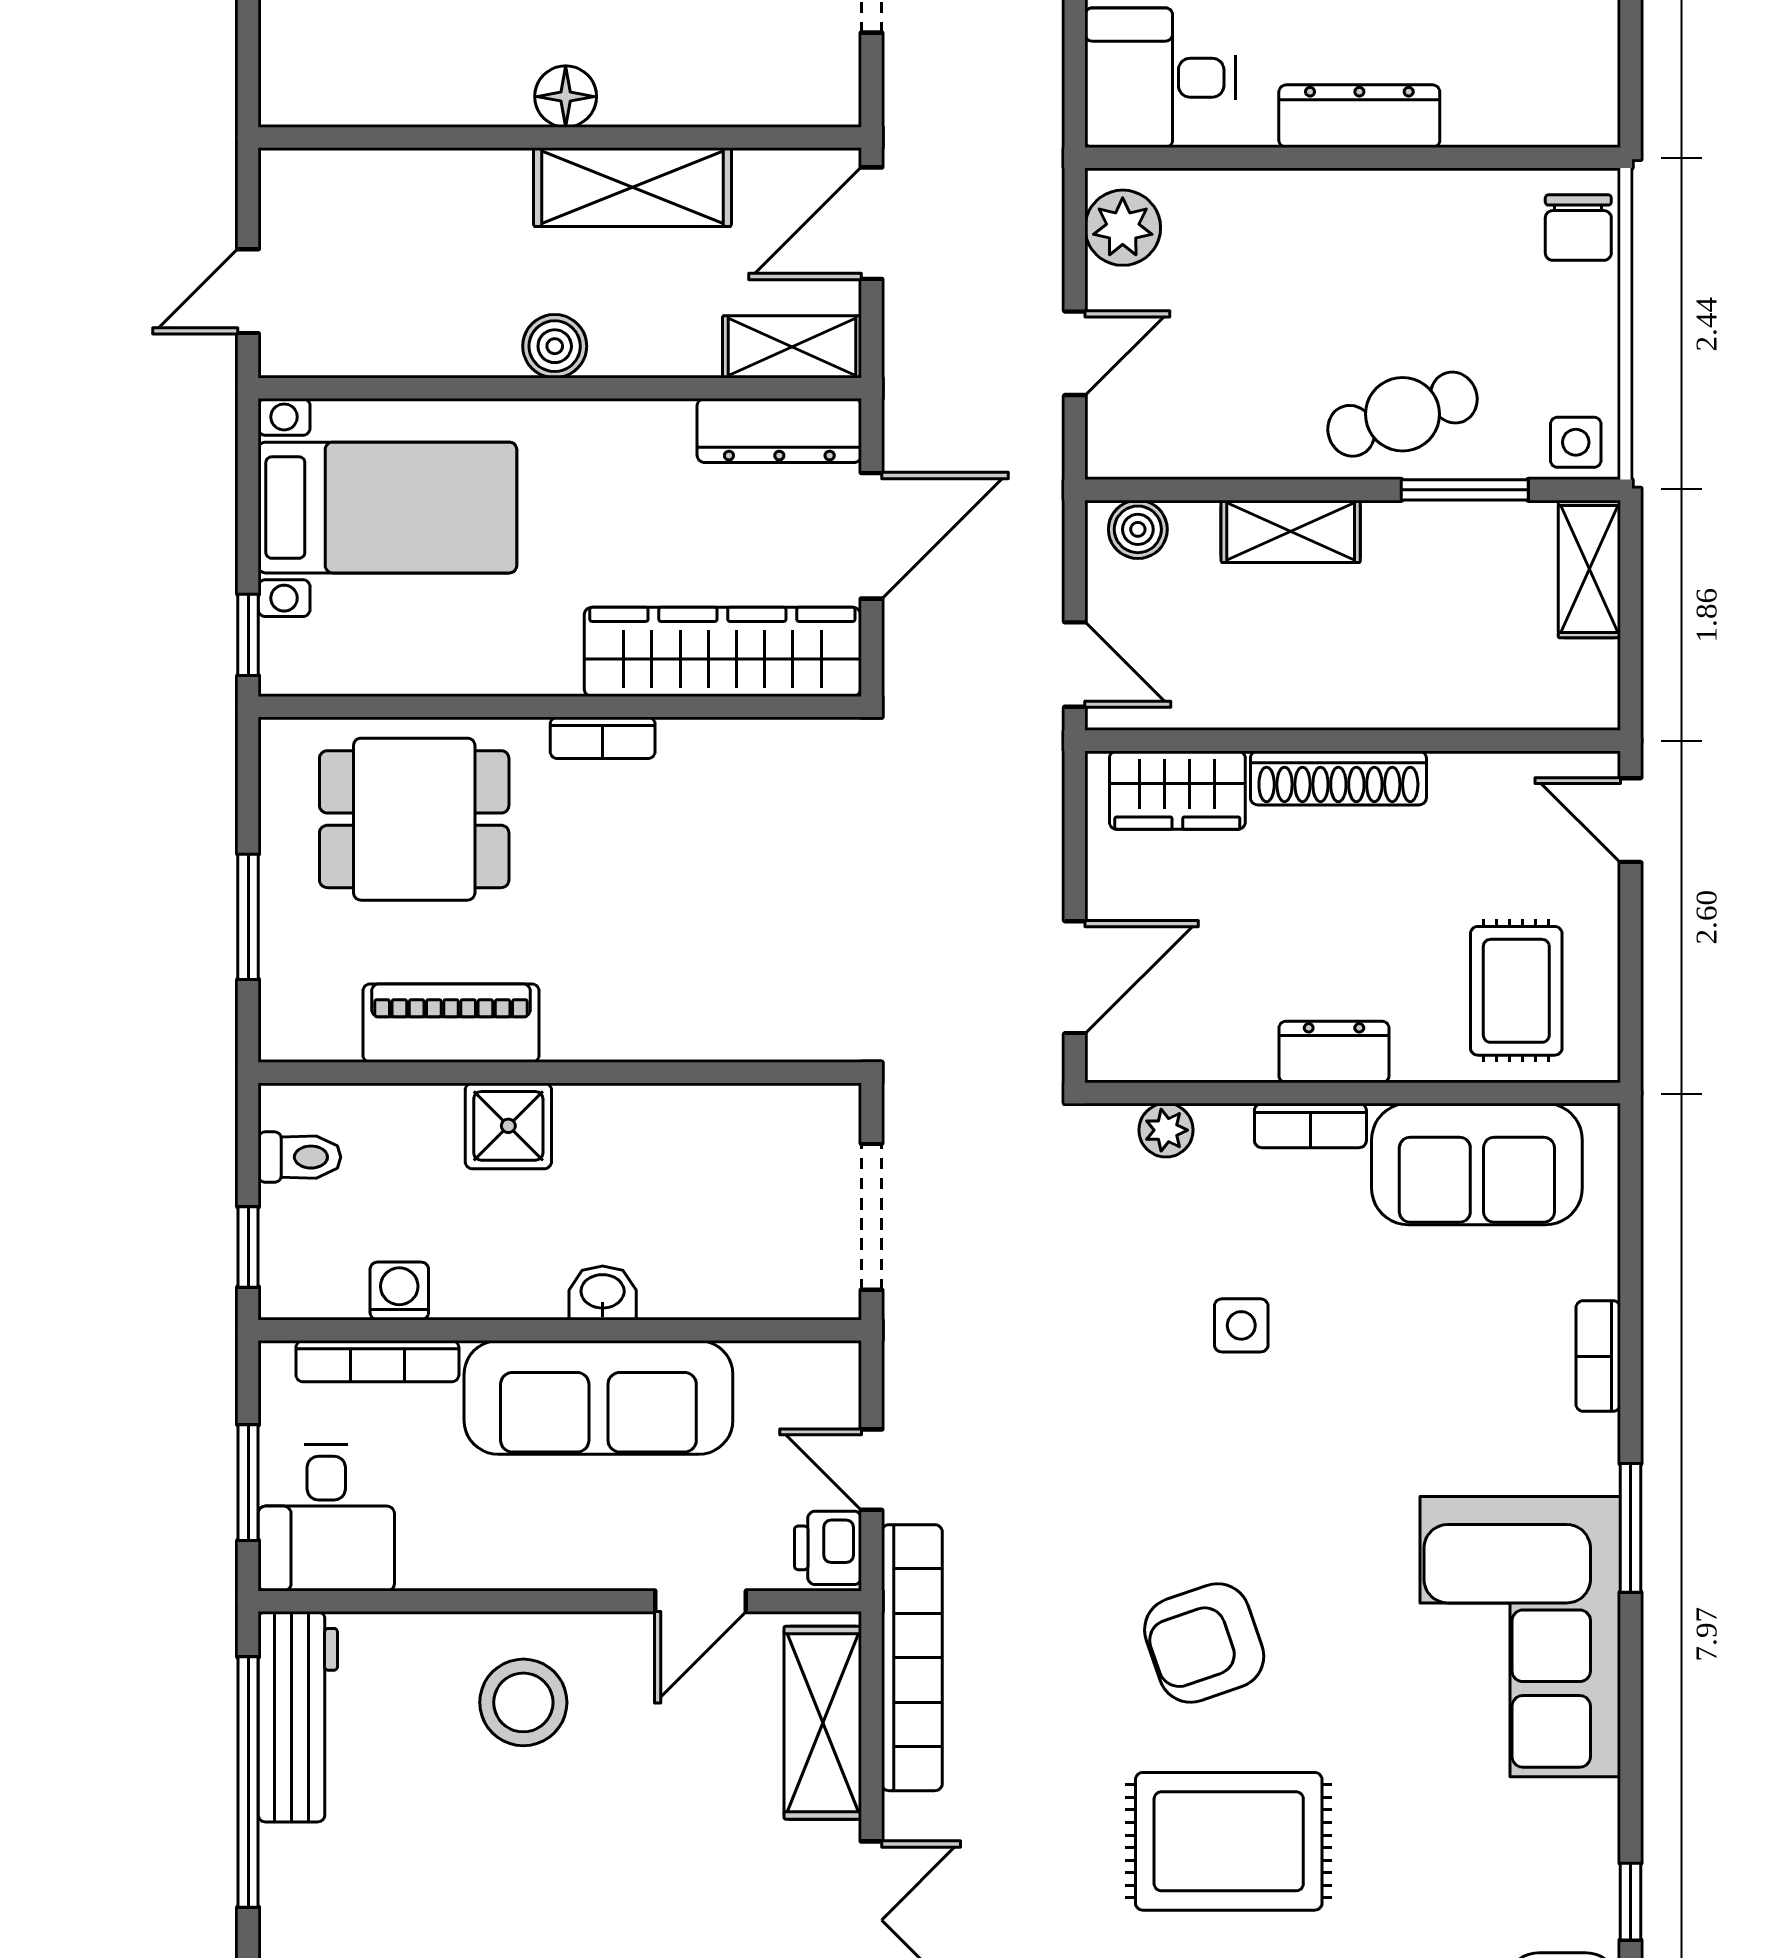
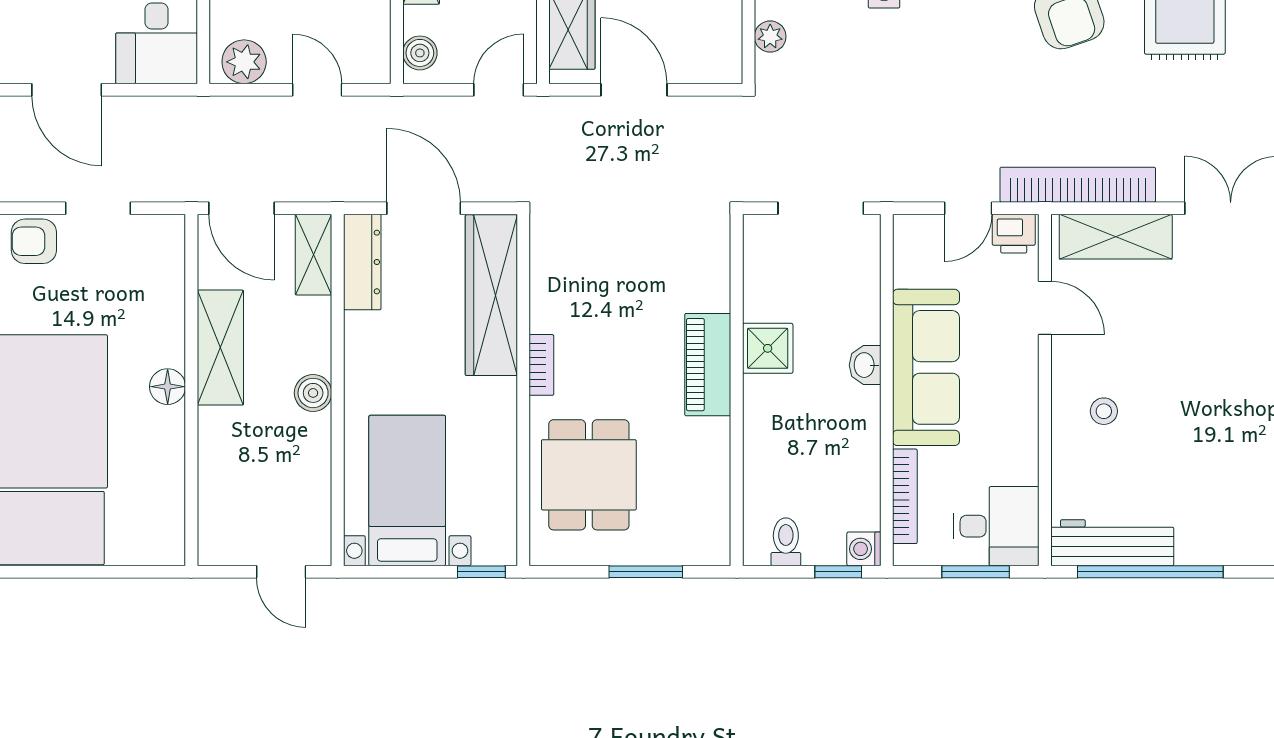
door: (1075, 977) -> (634, 90), moved
piano: (451, 1023) -> (708, 365), moved
shower: (508, 1126) -> (768, 348), moved
washing machine: (399, 1291) -> (864, 549), moved
stool: (523, 1702) -> (1104, 411), width x0.53, depth x0.53

